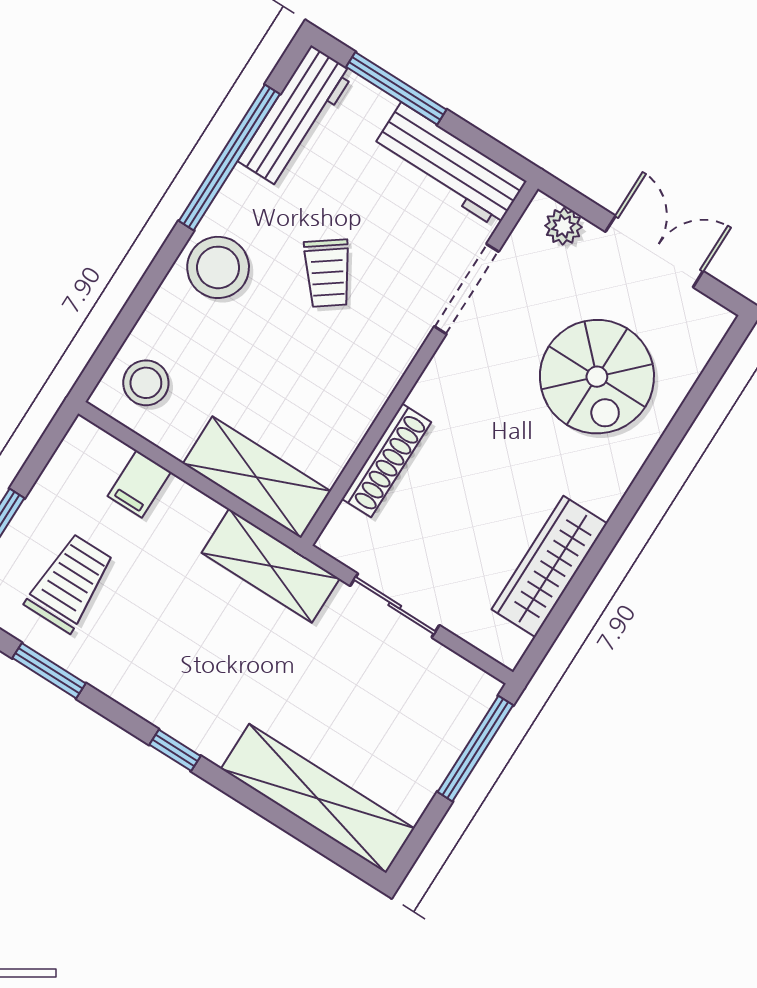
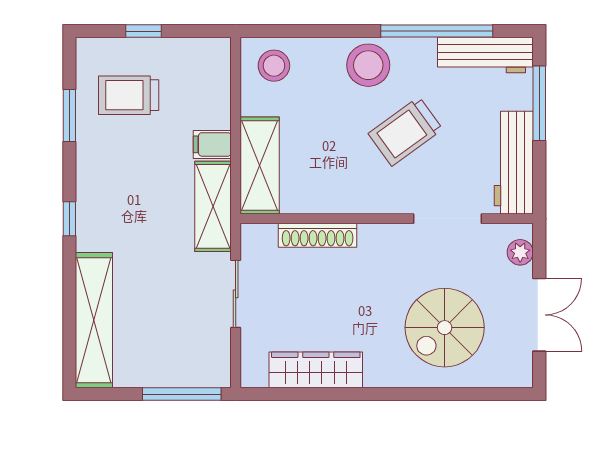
trolley: (327, 273) -> (405, 131), width x1.36, depth x1.39
filing cabinet: (139, 484) -> (212, 144), moved
trolley: (70, 583) -> (129, 95), turned 180

